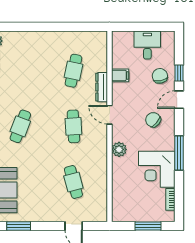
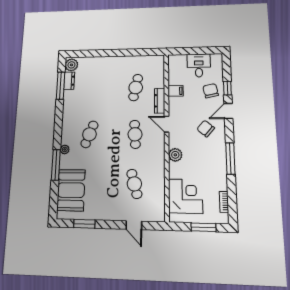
corner desk: (157, 169) -> (186, 196), moved, turned 180

